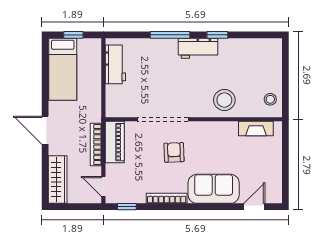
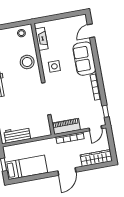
side table: (210, 141) -> (54, 66), added
armchair: (174, 152) -> (66, 88), removed
door: (254, 207) -> (91, 31), hinge flipped

